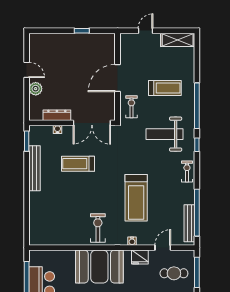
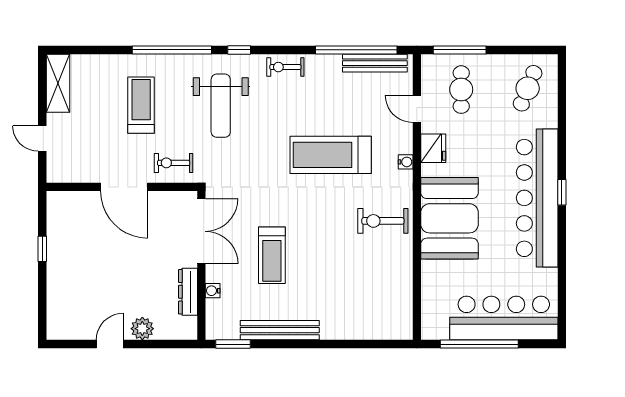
treadmill: (136, 198) -> (331, 155), turned 180

